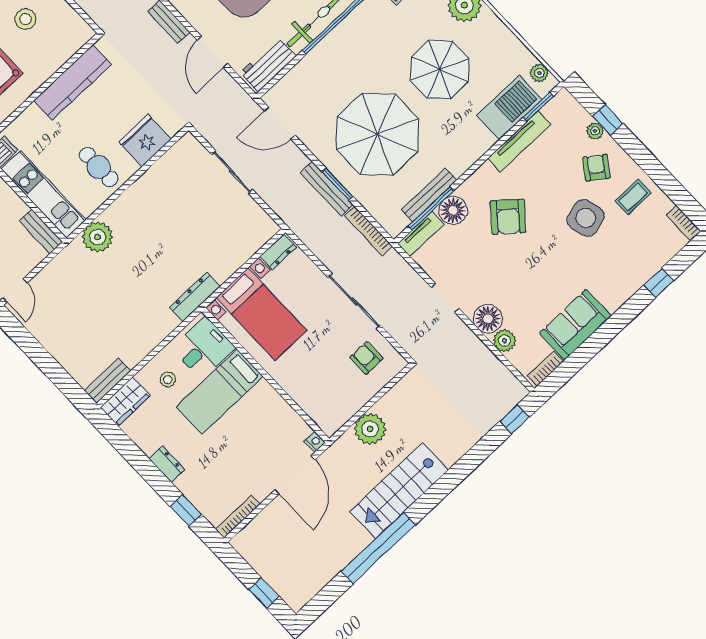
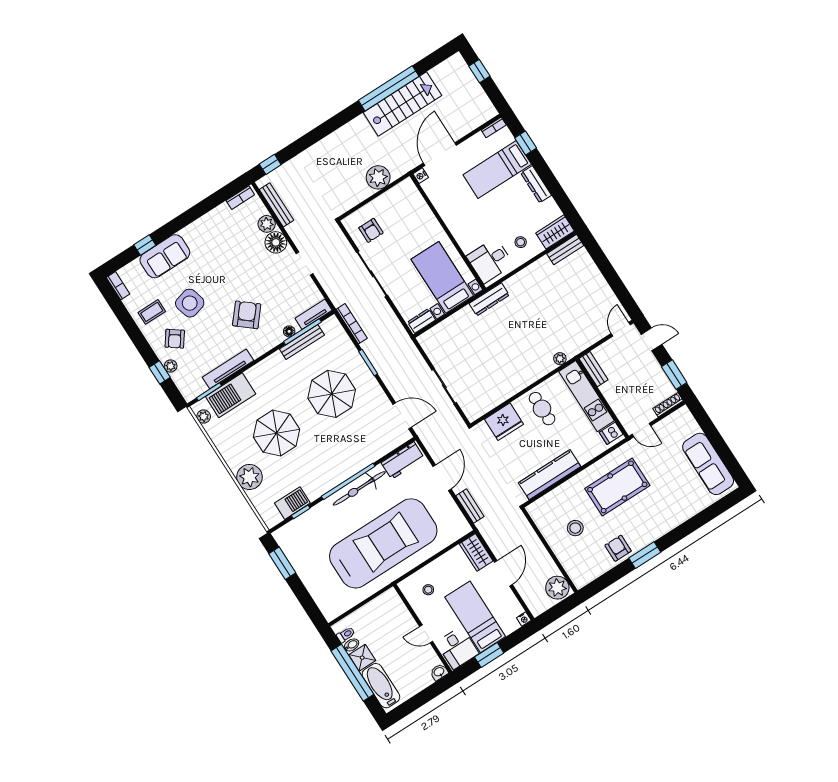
parasol: (377, 134) -> (332, 394), width x0.73, depth x0.73
bench: (327, 189) -> (277, 205), moved
floor lamp: (453, 210) -> (289, 331), width x0.53, depth x0.53
plant: (98, 237) -> (560, 359), width x0.53, depth x0.53
sofa: (575, 324) -> (165, 256), moved
bed: (220, 392) -> (497, 169), moved, turned 180
dresser: (167, 464) -> (536, 184), width x1.44
stairs: (399, 491) -> (402, 104), moved
bookcase: (238, 517) -> (494, 127), width x0.64

